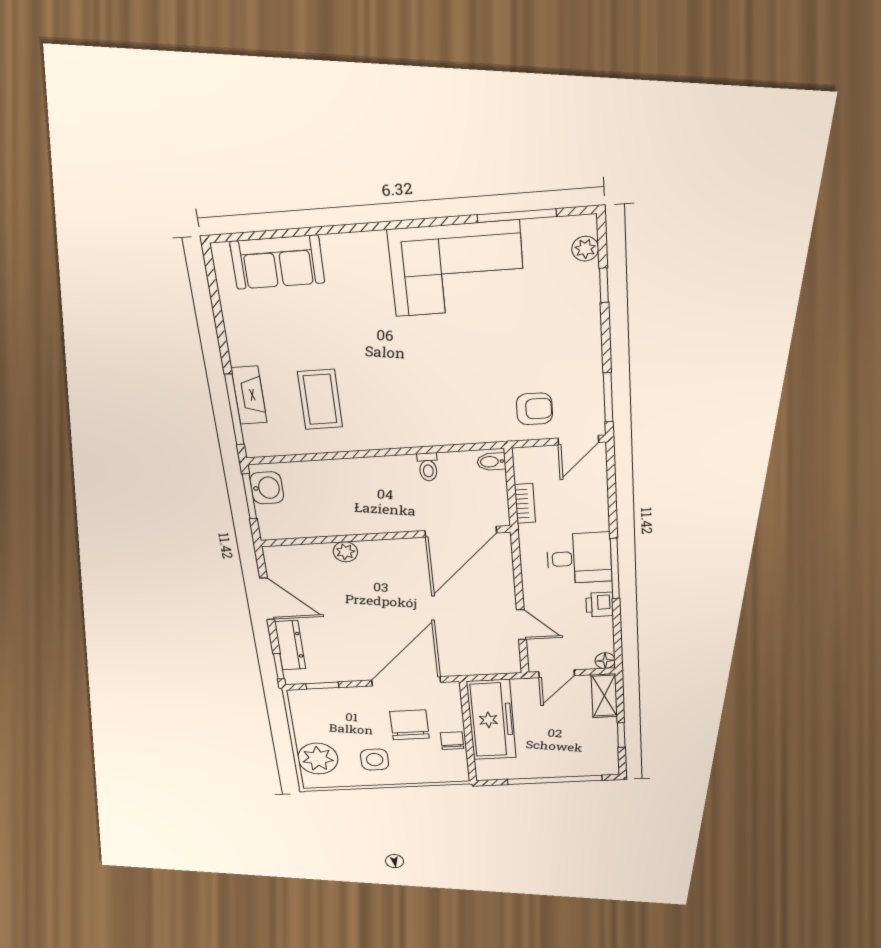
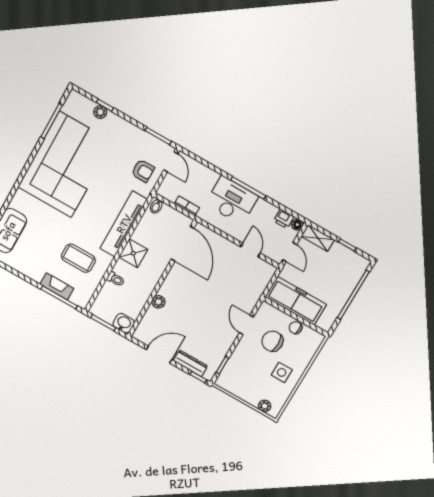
plant: (585, 249) -> (100, 112), moved
corner sofa: (457, 269) -> (65, 165), width x1.36, depth x1.36
armchair: (534, 409) -> (143, 171), turned 90
tv unit: (428, 432) -> (124, 224), added
toilet: (428, 467) -> (116, 279), moved
shower: (392, 473) -> (133, 253), added
washbasin: (267, 488) -> (124, 323), moved
desk: (579, 558) -> (232, 200), width x1.37
printer: (600, 604) -> (284, 219), moved
door: (521, 625) -> (250, 250), hinge flipped
door: (406, 681) -> (246, 325), width x0.53
plant: (318, 759) -> (265, 406), width x0.53, depth x0.53

